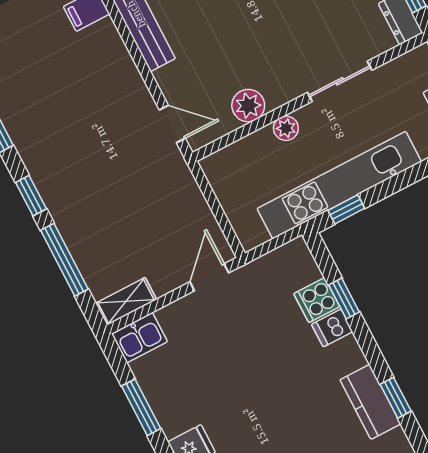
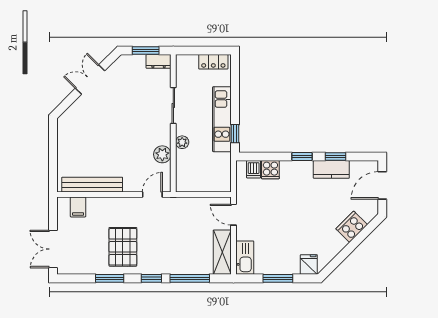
pallet: (59, 120) -> (123, 247), added
kitchen unit: (339, 185) -> (222, 119), width x0.73
window: (344, 299) -> (302, 157), moved
shelving: (126, 301) -> (222, 252), width x1.50, depth x1.33
dishwasher: (332, 328) -> (254, 169), moved
kitchen sink: (139, 338) -> (245, 258), width x1.38

